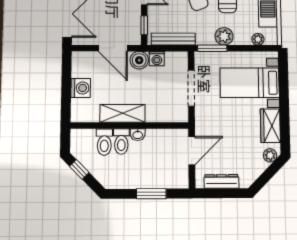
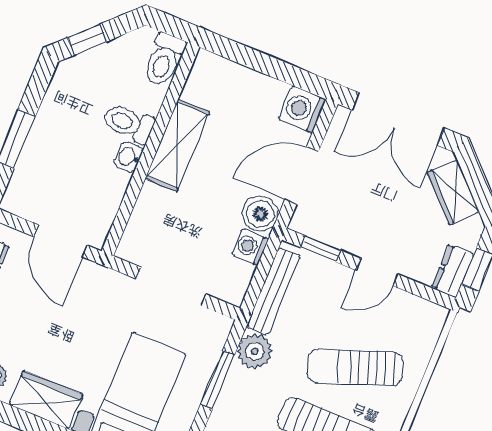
plant: (224, 36) -> (255, 351), moved
window: (212, 48) -> (217, 380), moved
washing machine: (81, 88) -> (302, 109), moved, turned 90
toilet: (104, 142) -> (164, 60), moved, turned -90
window: (79, 169) -> (87, 40), moved

